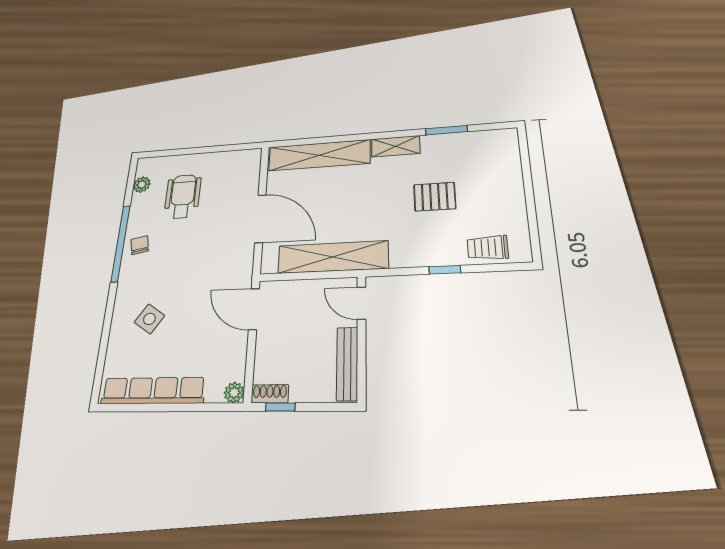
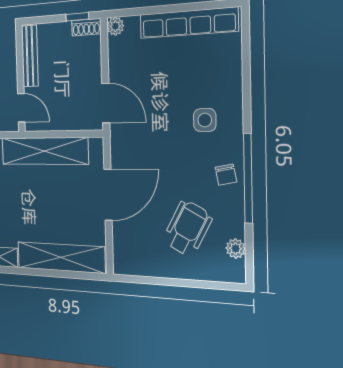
wheelchair: (183, 196) -> (187, 228), turned -152
door: (260, 219) -> (108, 195), swing flipped
side table: (149, 319) -> (205, 120), moved, turned -34

